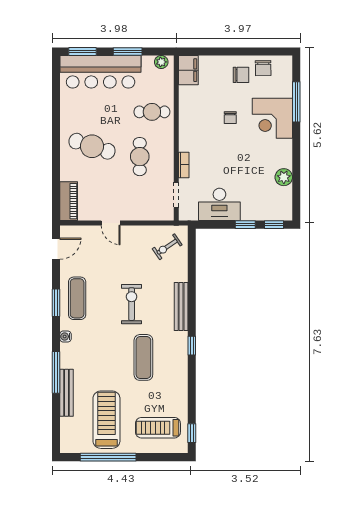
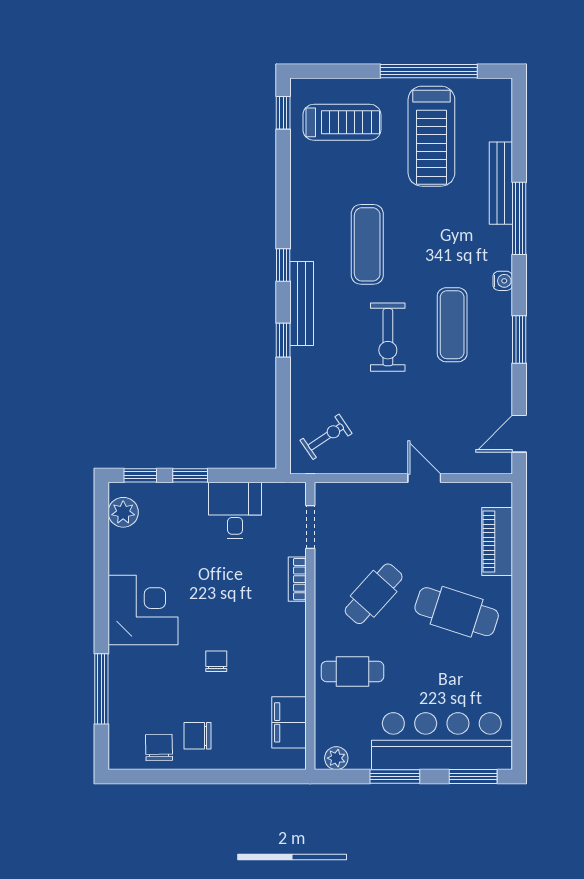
filing cabinet: (188, 70) -> (289, 722), moved
corner desk: (272, 118) -> (143, 610), moved
cafe table: (140, 157) -> (374, 594), turned 42
plant: (284, 177) -> (123, 512), moved
piano: (69, 201) -> (497, 542), moved
desk: (219, 204) -> (235, 511), width x0.73
exercise mat: (77, 298) -> (452, 325), moved
window: (192, 302) -> (283, 340), added
bench: (181, 307) -> (302, 303), moved

